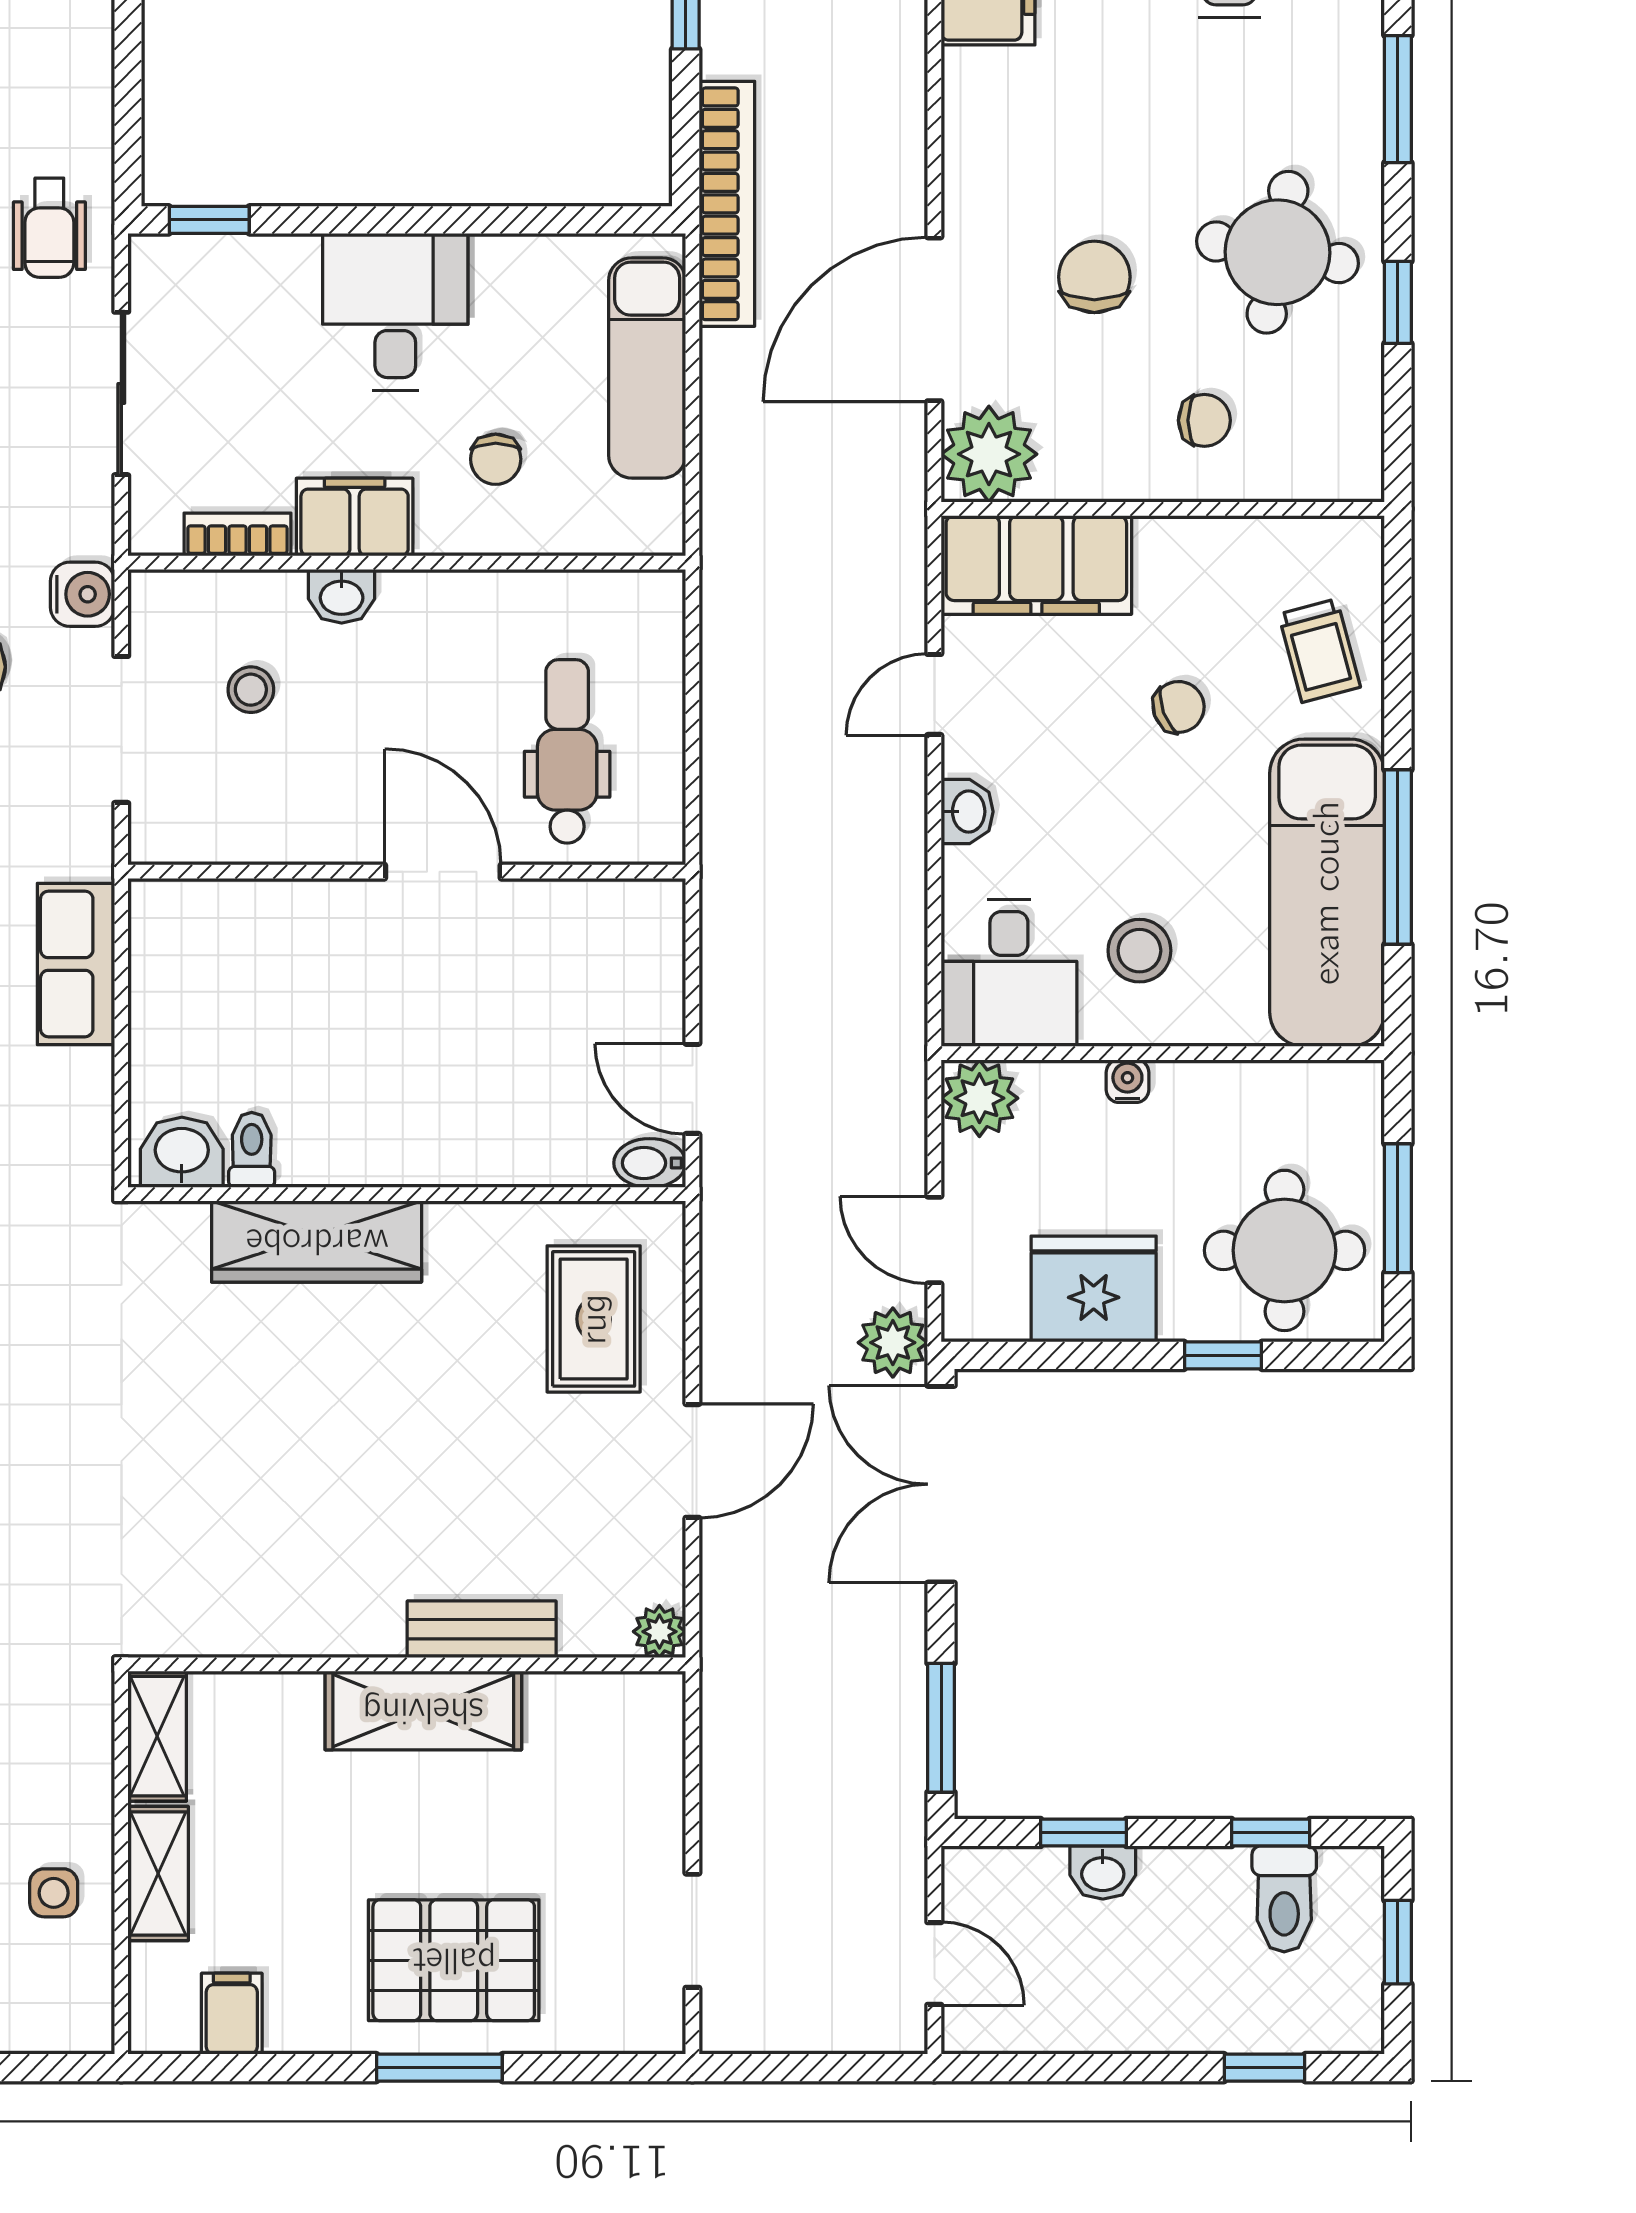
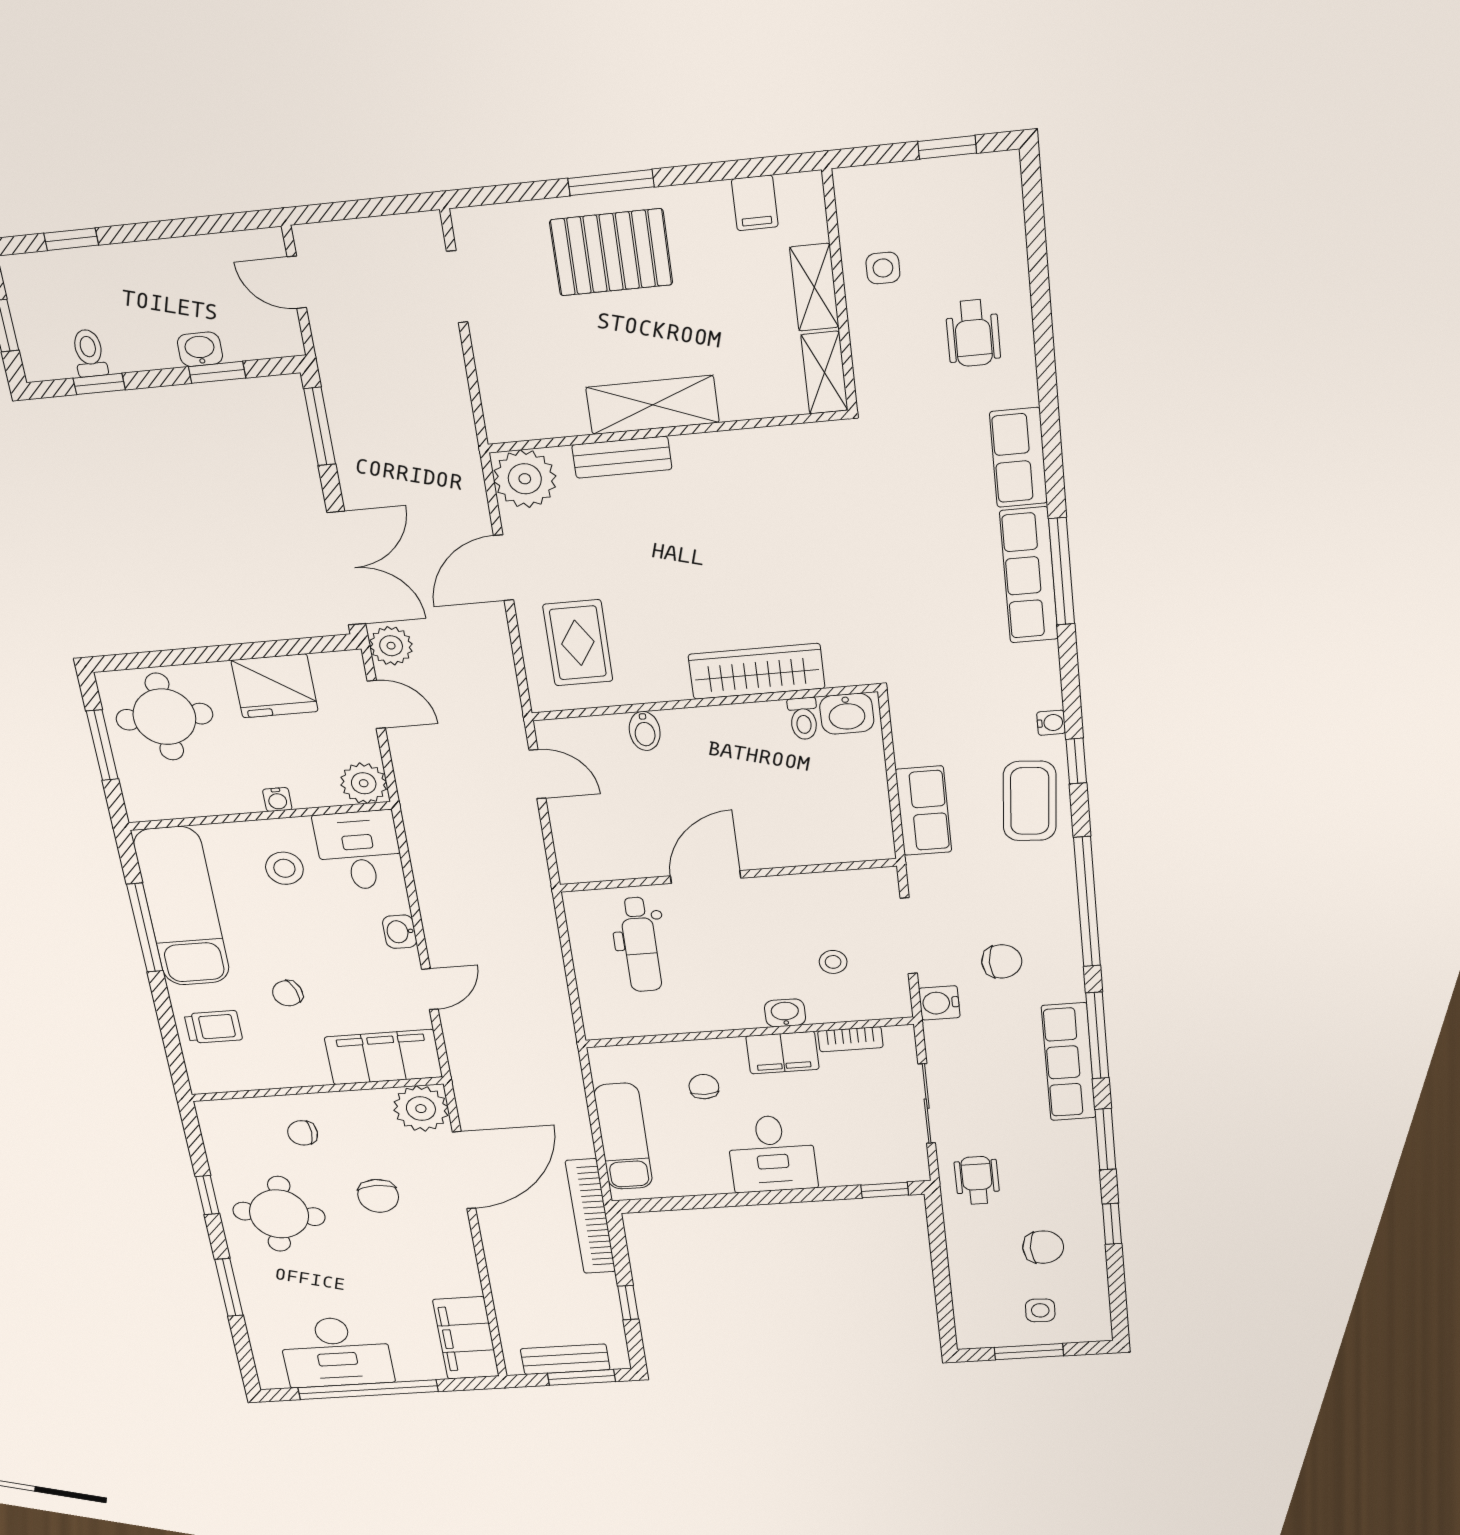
trolley: (1319, 651) -> (213, 1027), turned 105
door: (443, 872) -> (706, 877), swing flipped
bidet: (650, 1163) -> (645, 731), moved, turned 90
window: (1223, 1355) -> (189, 656), removed
plant: (659, 1632) -> (525, 479), width x1.88, depth x1.88
toilet: (1284, 1899) -> (89, 353), width x0.73, depth x0.72

